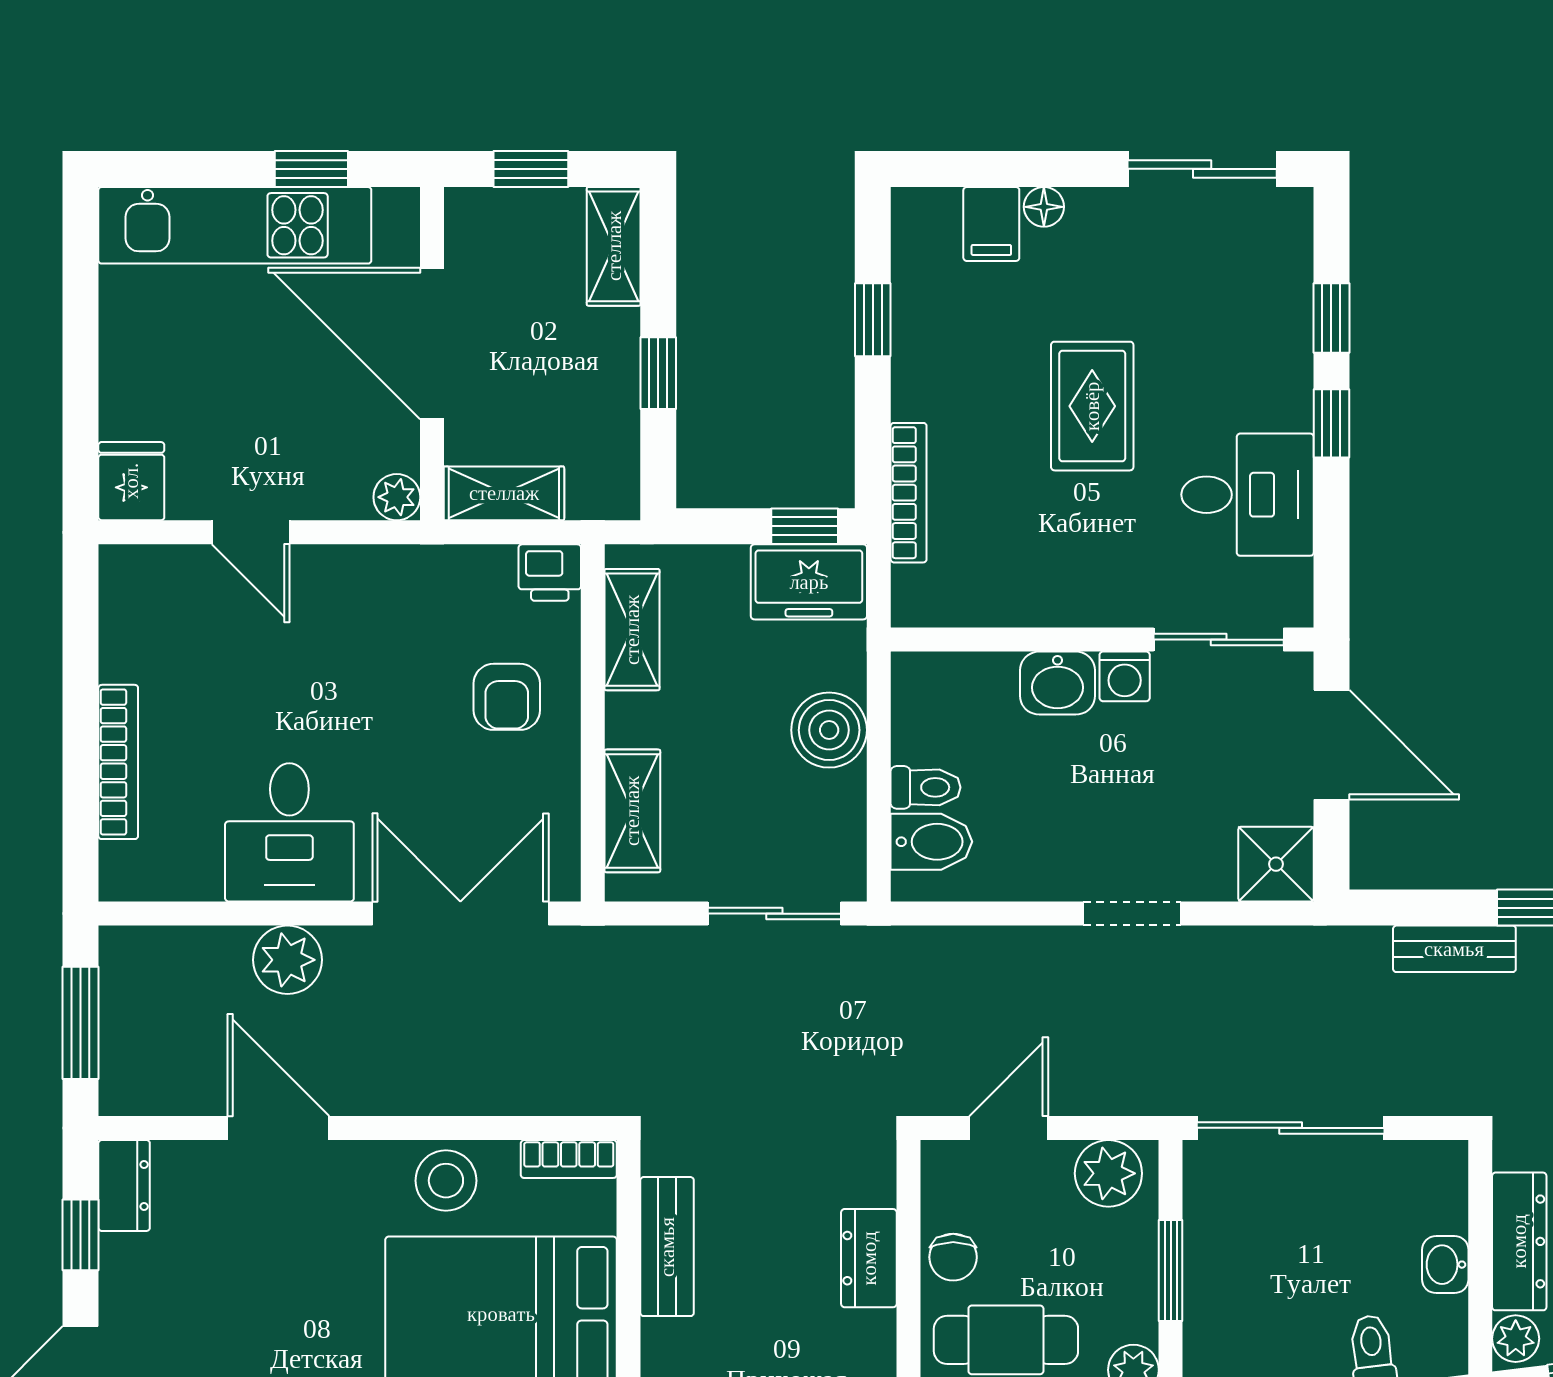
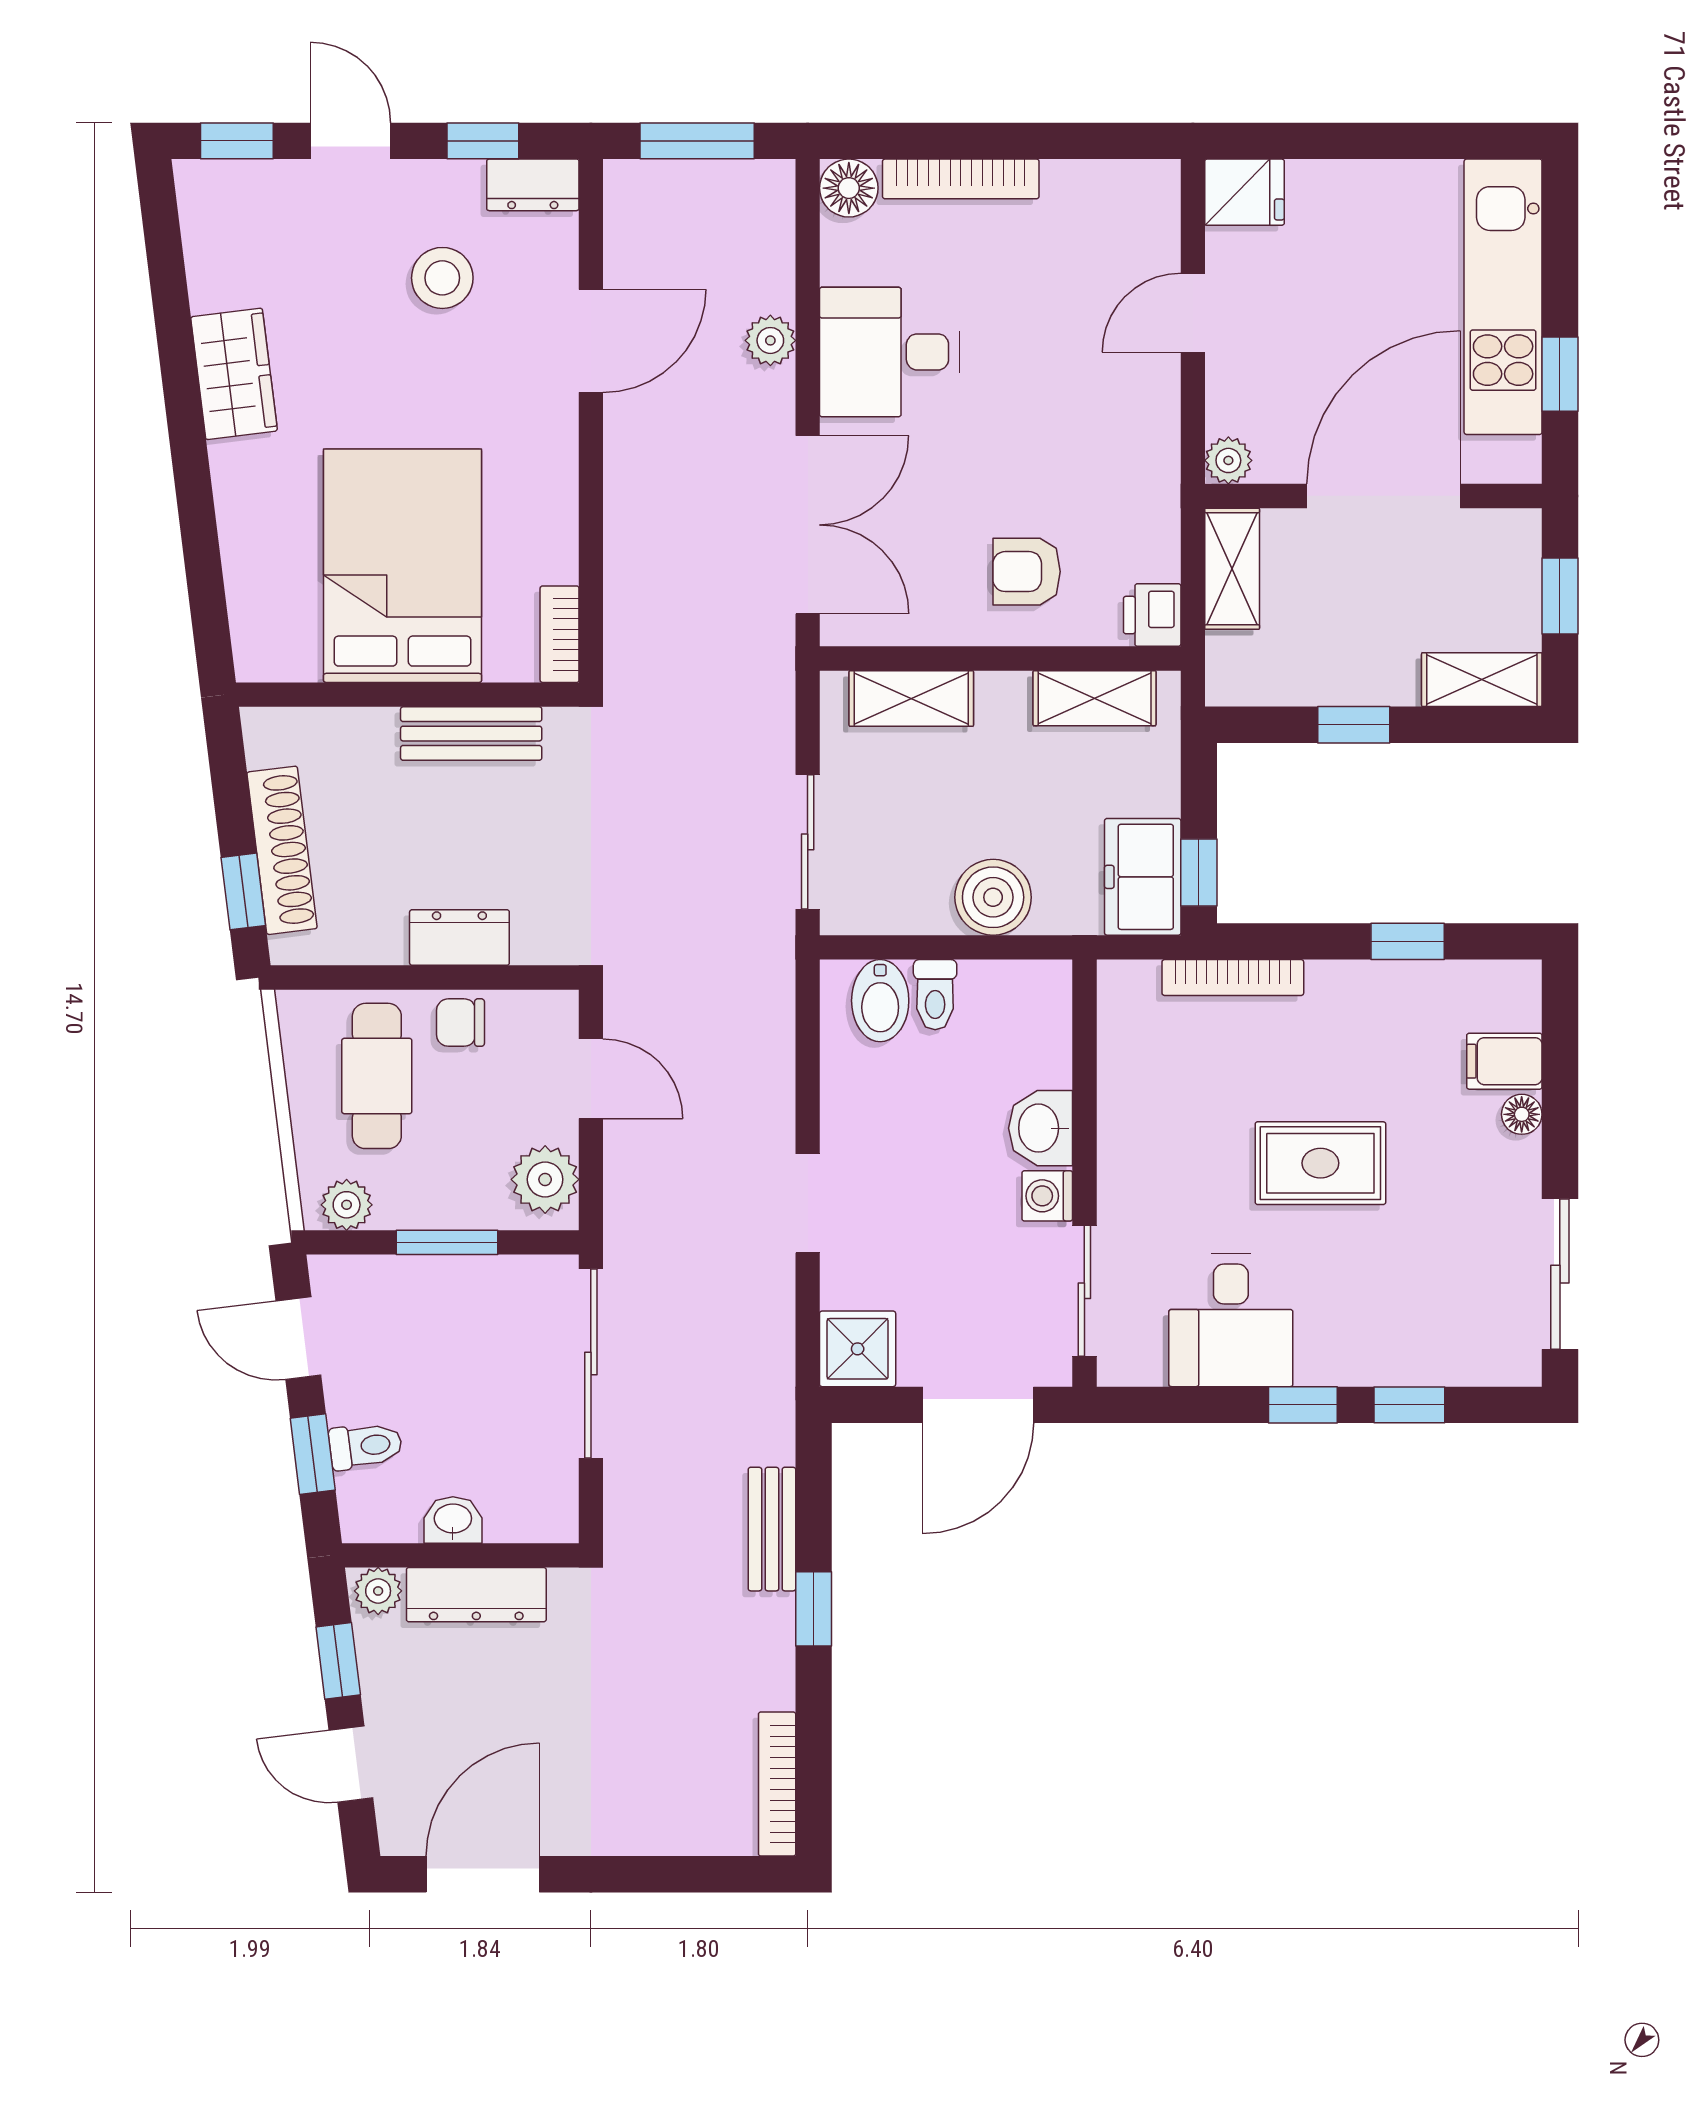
floor lamp: (127, 873) -> (849, 188), added
plant: (287, 960) -> (770, 340), width x0.73, depth x0.73
stool: (446, 1181) -> (442, 278), moved

